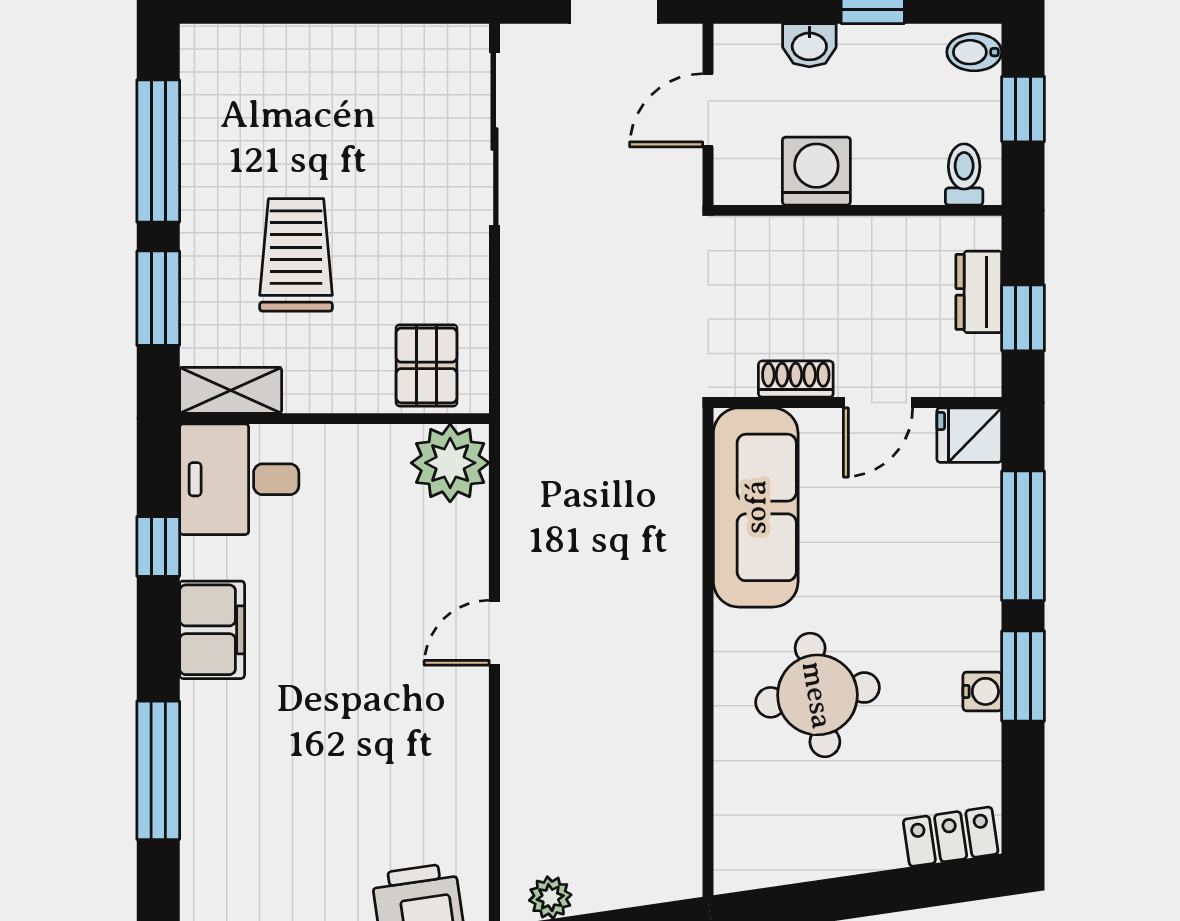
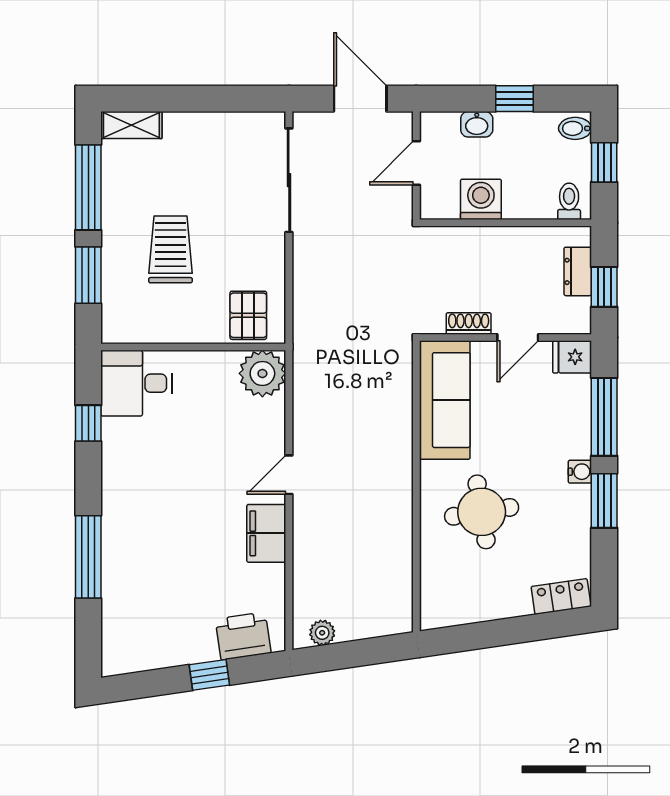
shelving: (231, 390) -> (131, 125), moved
filing cabinet: (212, 630) -> (266, 533), moved, turned 180
water cooler: (982, 691) -> (580, 472), moved

